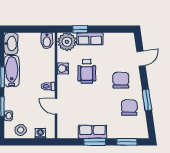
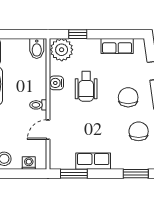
row of seats: (90, 39) -> (117, 46), moved
door: (56, 106) -> (48, 130), hinge flipped
window: (95, 142) -> (74, 174), moved

